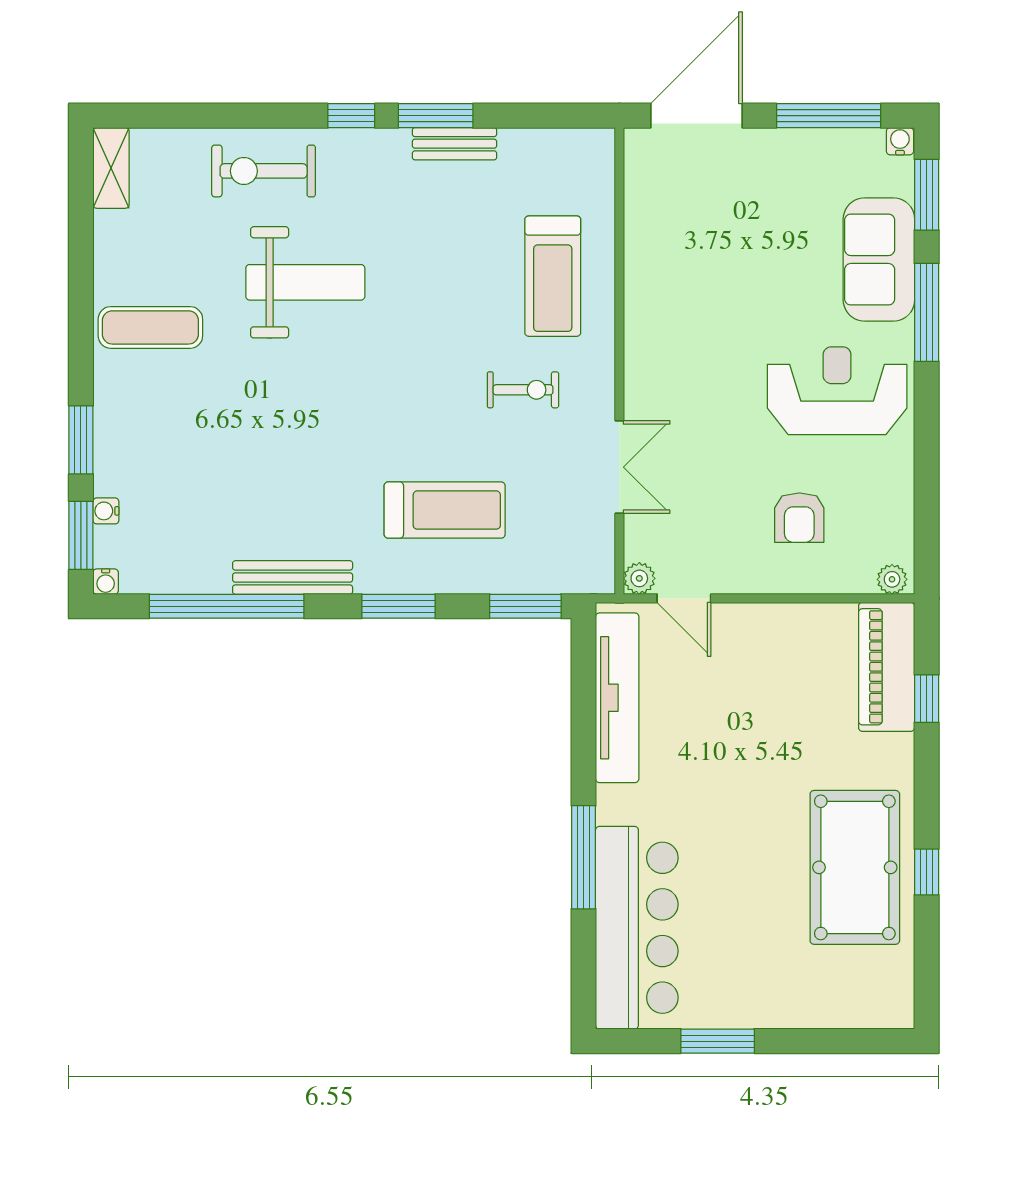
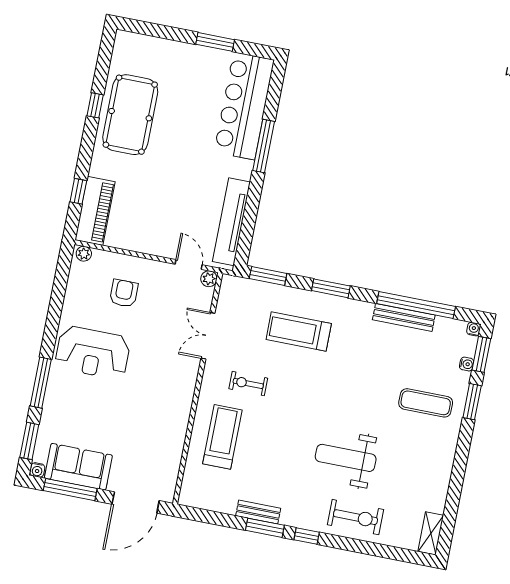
sofa: (879, 260) -> (78, 467), moved, turned -90
exercise mat: (150, 327) -> (426, 403), moved
bench: (293, 577) -> (404, 317), moved

